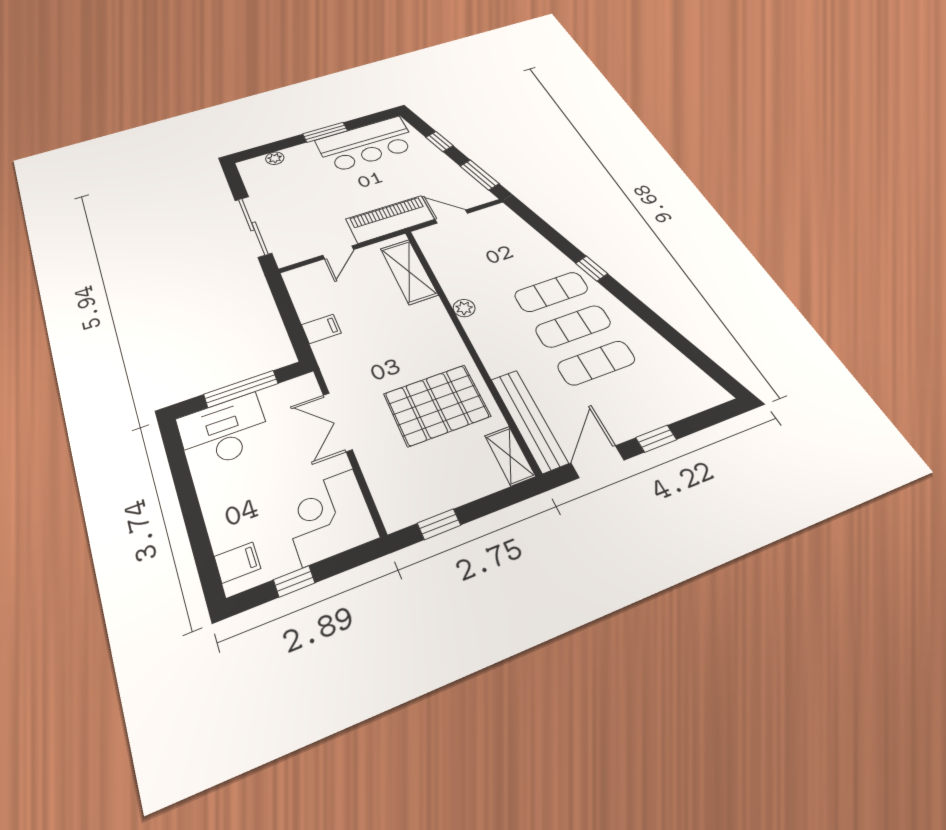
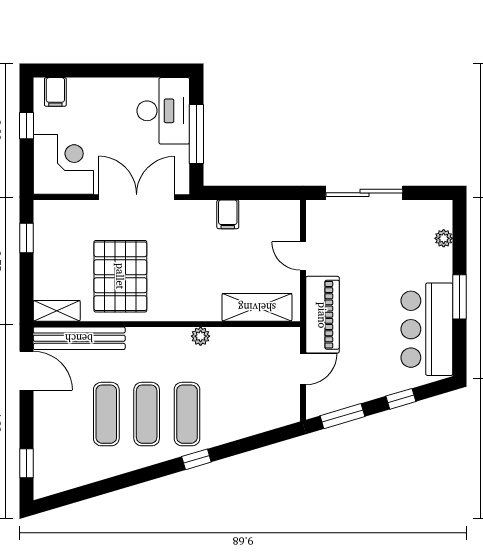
double door: (337, 422) -> (137, 197), width x1.37
window: (656, 439) -> (26, 463), moved

